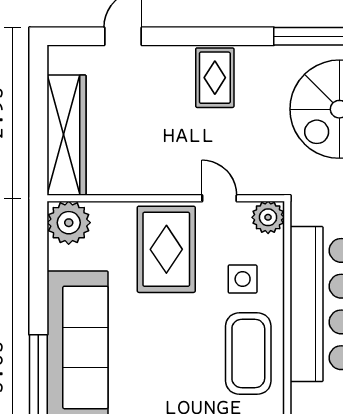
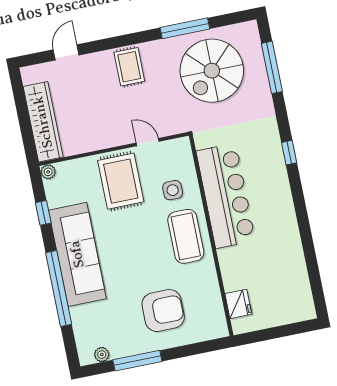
plant: (268, 217) -> (181, 148), removed
plant: (69, 223) -> (48, 172), width x0.53, depth x0.53
window: (38, 273) -> (43, 213), added

